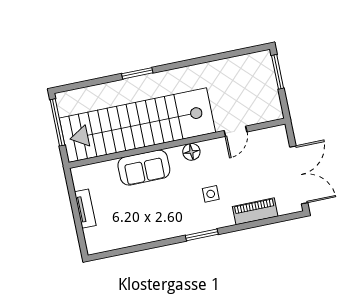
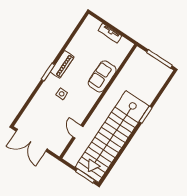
stairs: (137, 125) -> (112, 137), moved, turned 180
floor lamp: (191, 152) -> (88, 104), removed
piano: (255, 211) -> (62, 64), moved

